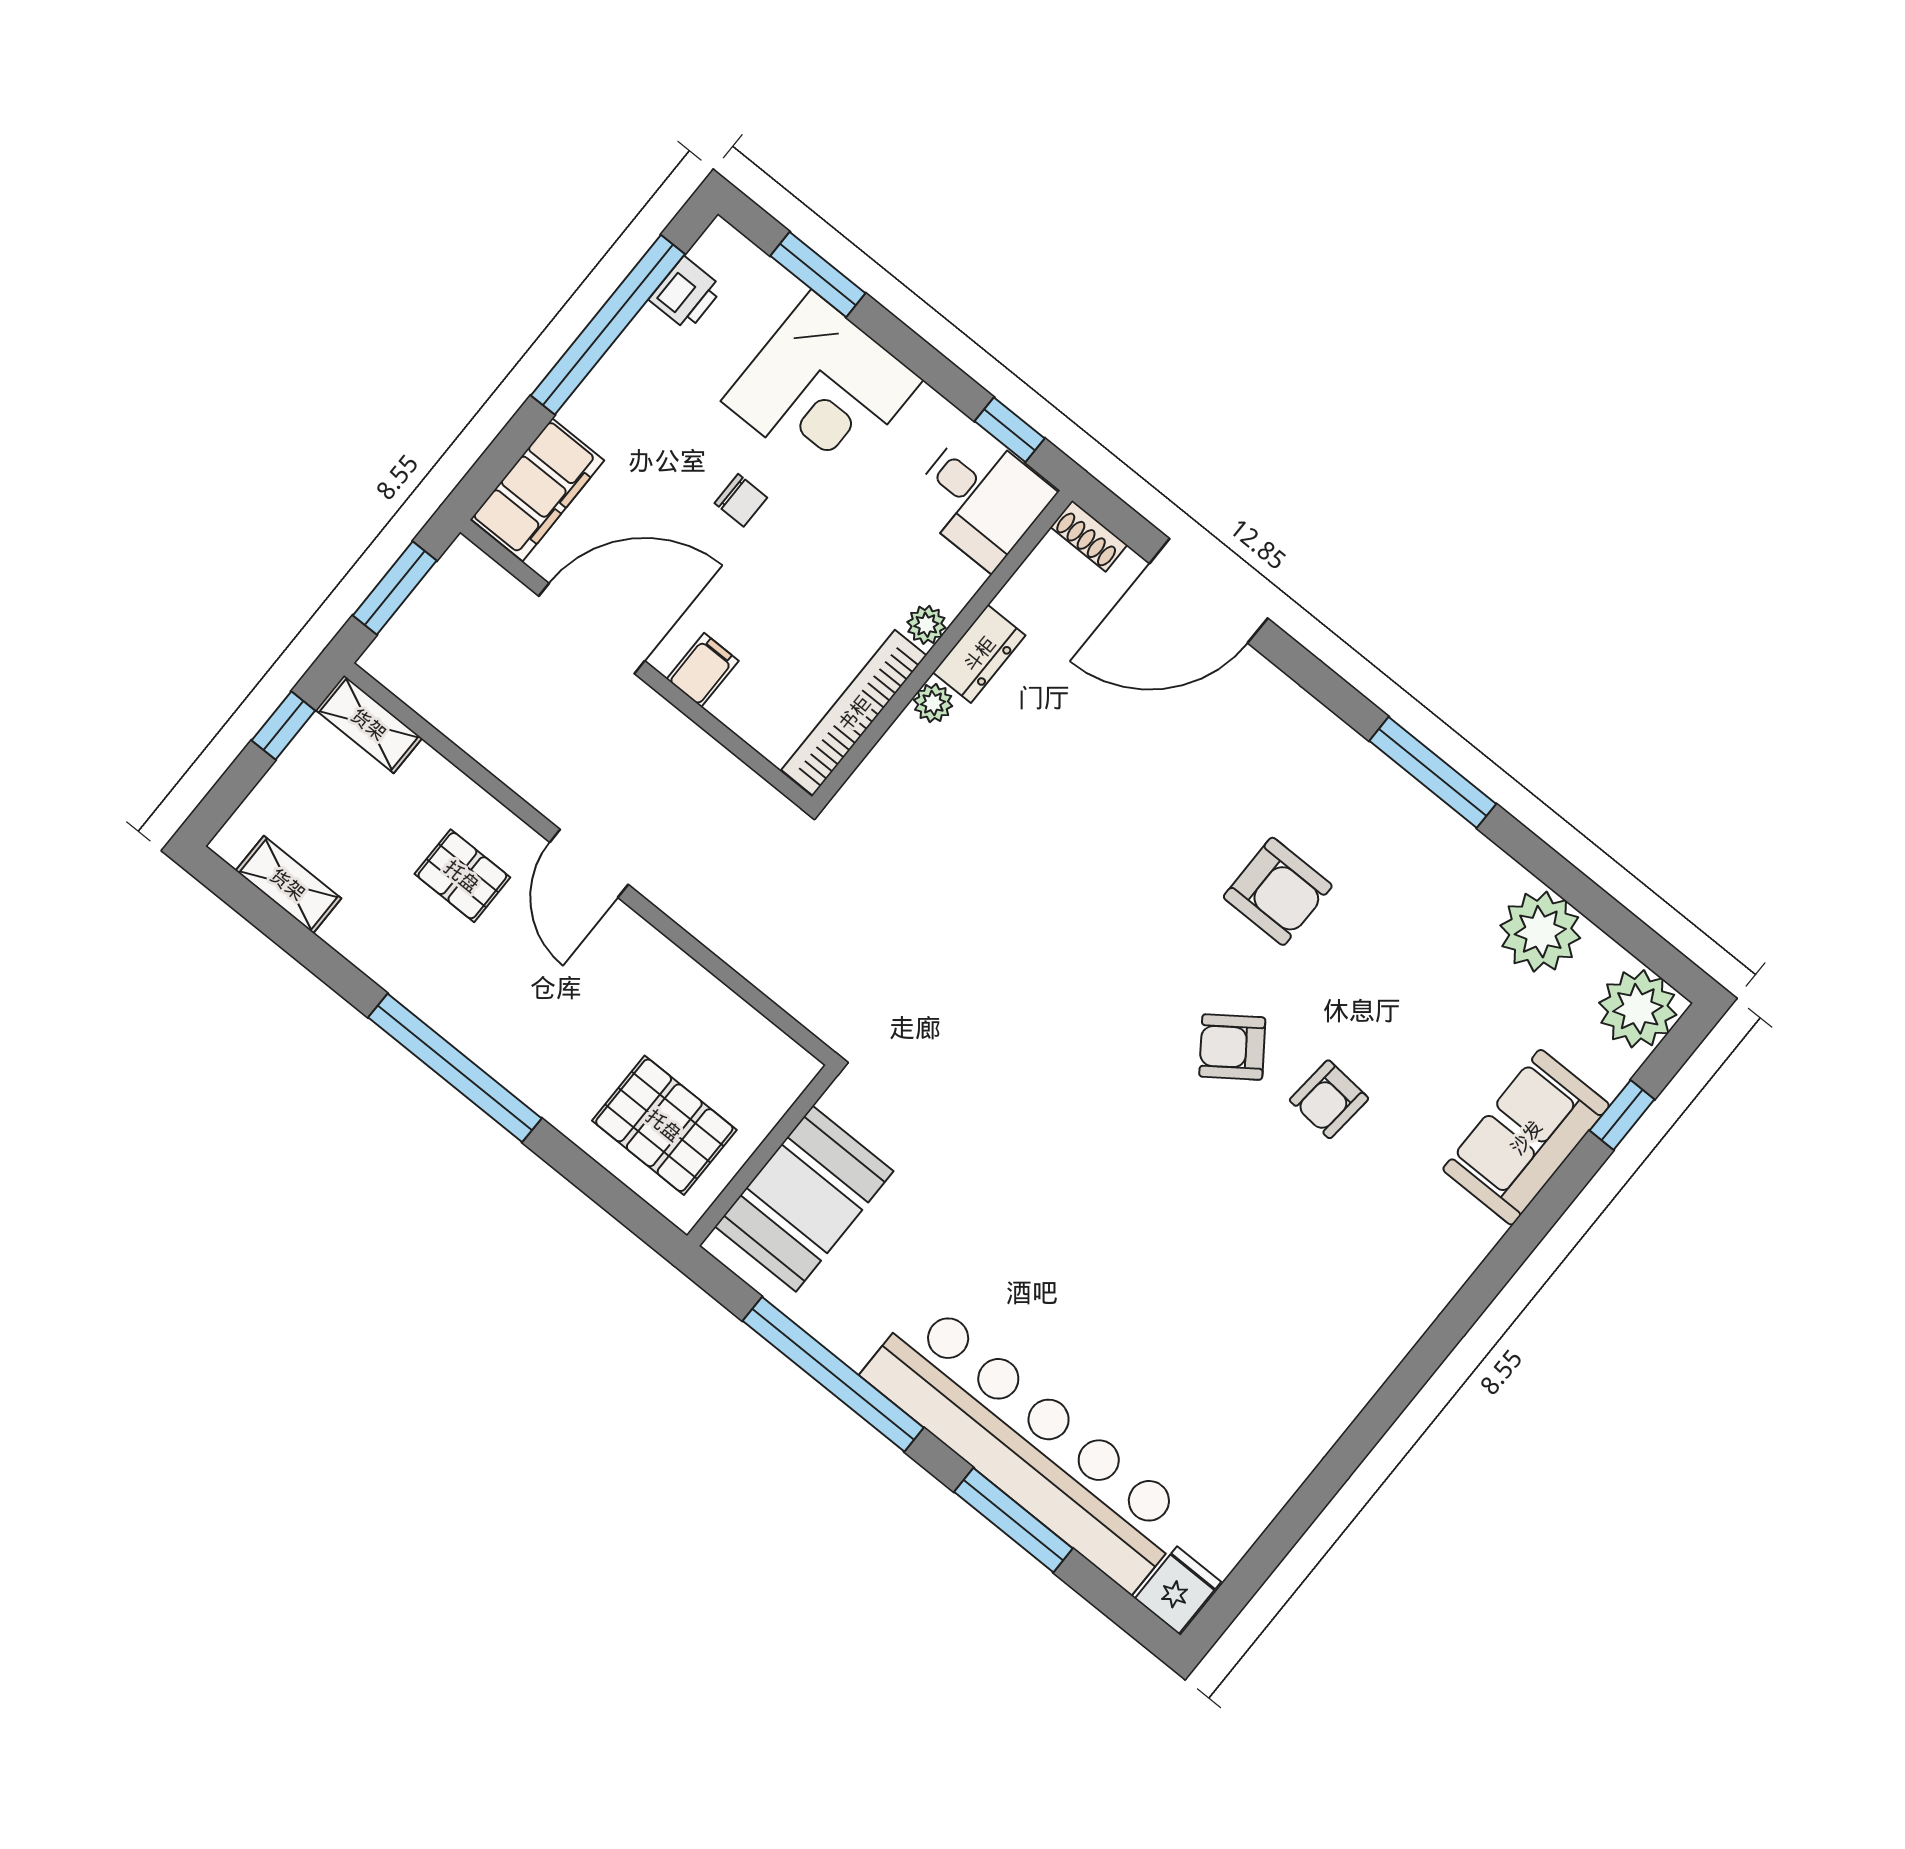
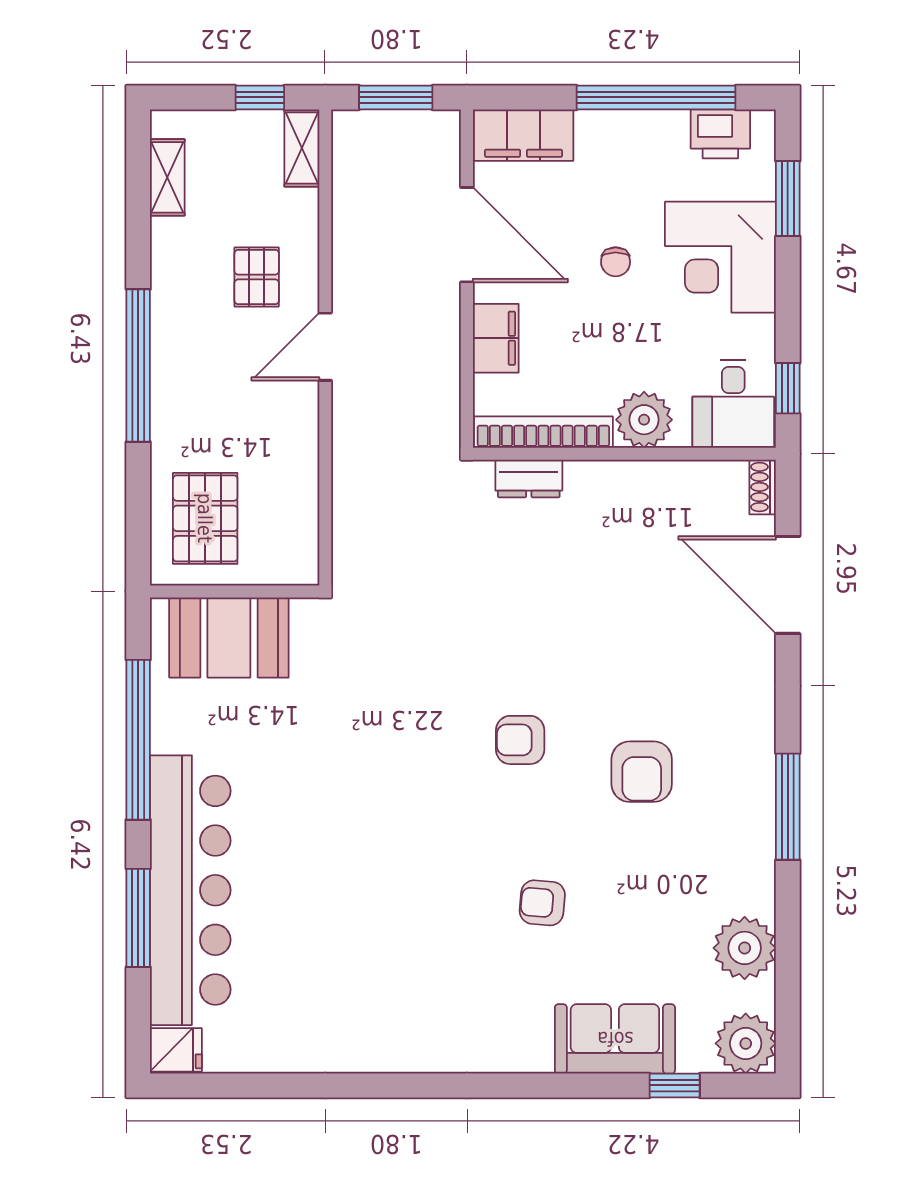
printer: (686, 294) -> (720, 134), width x1.36, depth x1.24
plant: (926, 625) -> (644, 420), width x1.88, depth x1.88
dresser: (979, 654) -> (529, 478), moved
filing cabinet: (703, 670) -> (496, 338), width x2.00
plant: (933, 703) -> (587, 475), removed
armchair: (1232, 1047) -> (520, 740), moved, turned -54

